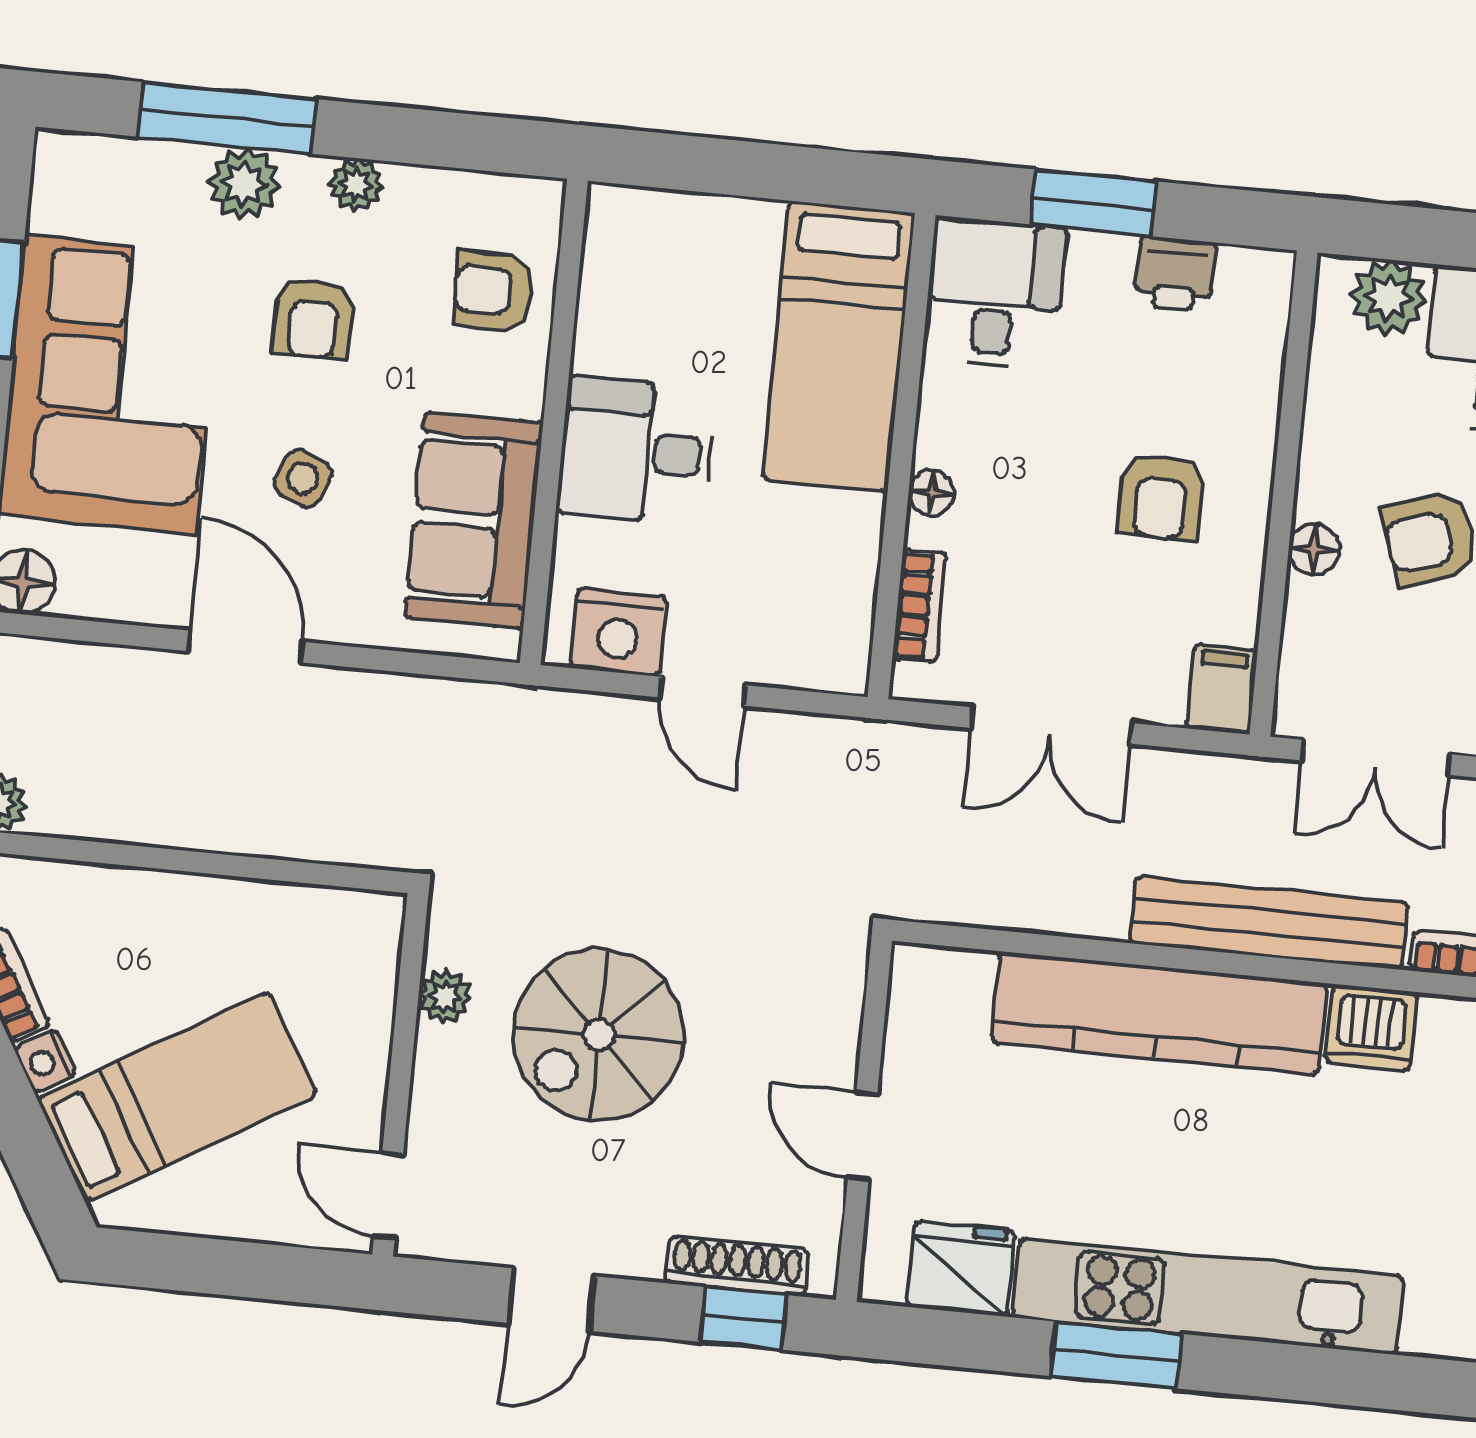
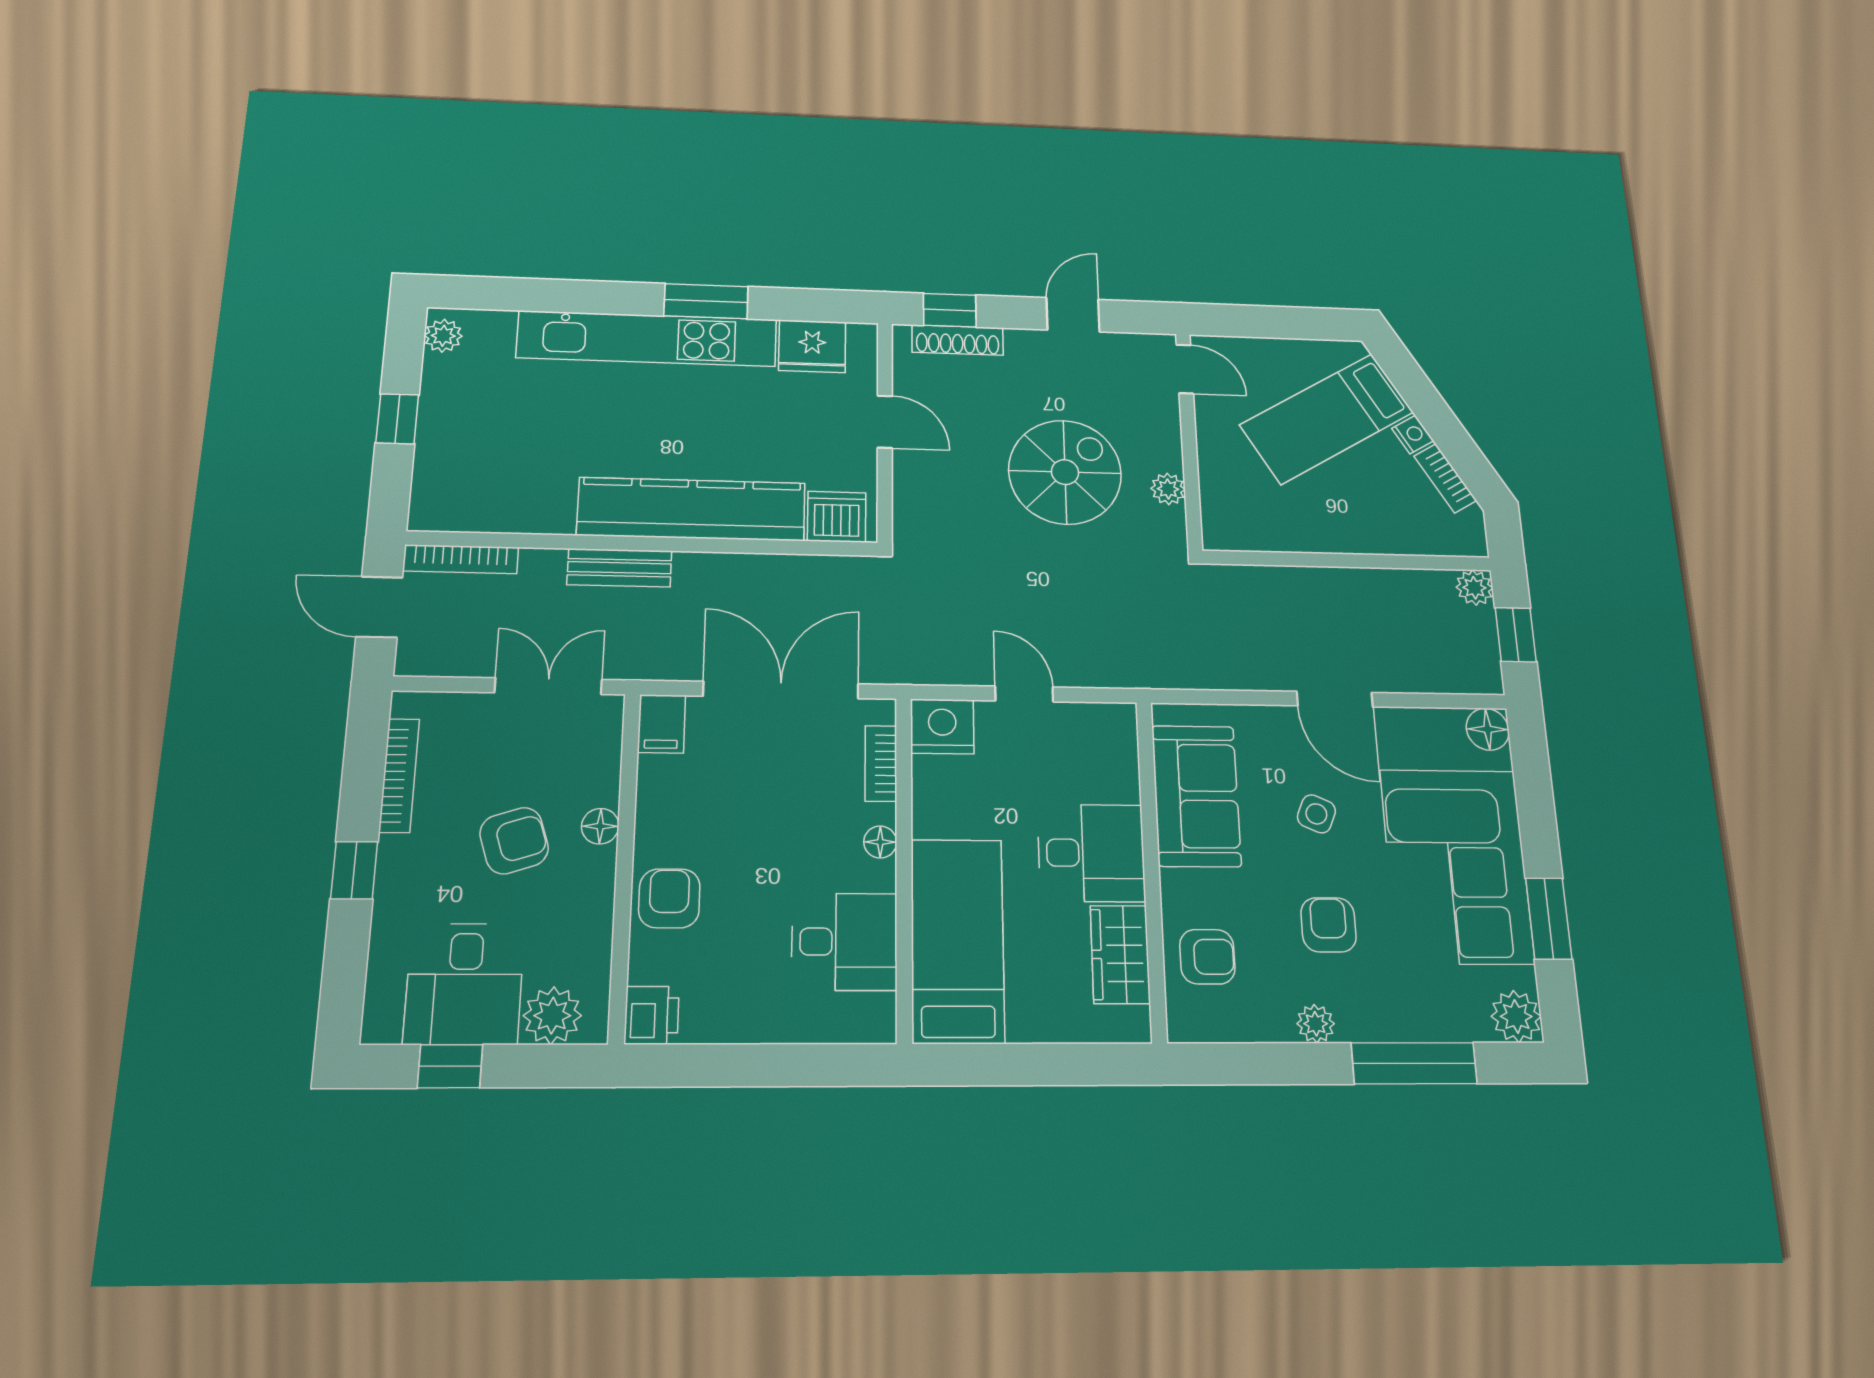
plant: (244, 184) -> (1516, 1016), moved
window: (1093, 203) -> (780, 1065), removed
printer: (1175, 274) -> (652, 1015), moved, turned 90
desk: (995, 293) -> (844, 942), moved, turned -90
wardrobe: (615, 306) -> (1120, 954), added
armchair: (1161, 497) -> (669, 898), moved
nightstand: (618, 632) -> (942, 726), moved
double door: (1051, 725) -> (781, 690), width x1.37
bench: (1269, 923) -> (619, 568), width x0.54, depth x0.82
dishwasher: (1371, 1028) -> (837, 517), moved

